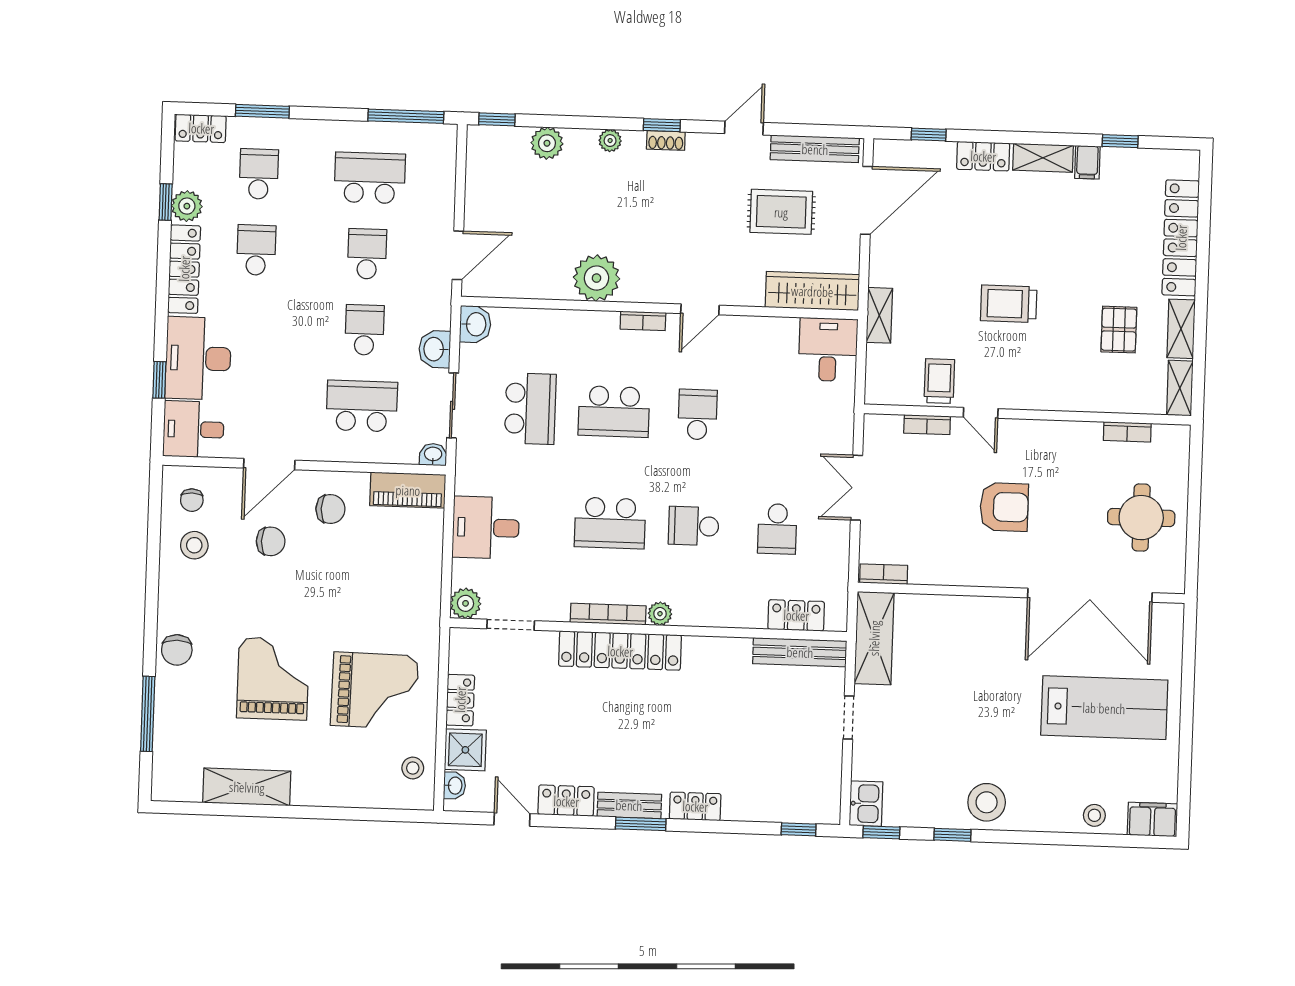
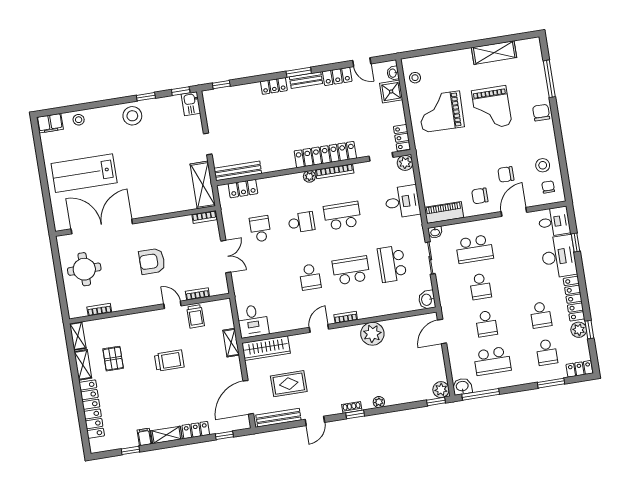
plant: (547, 143) -> (441, 390), moved
washbasin: (435, 349) -> (462, 387), moved, turned -90
locker: (460, 700) -> (402, 138), moved

